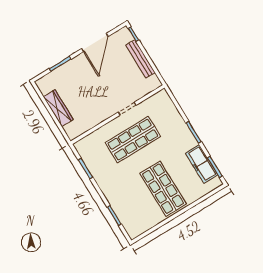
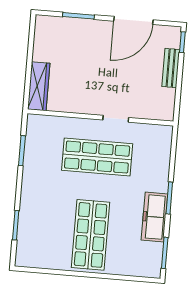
bench: (141, 59) -> (171, 68), width x0.73
wardrobe: (58, 108) -> (39, 86), moved
freezer: (202, 164) -> (154, 217), moved

